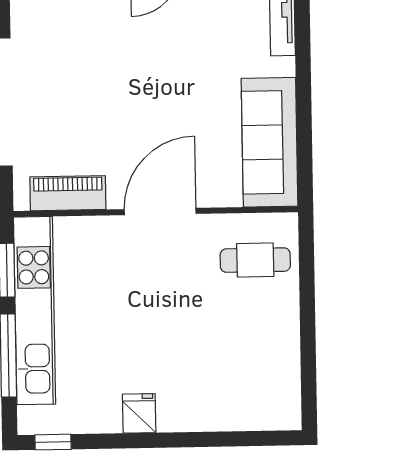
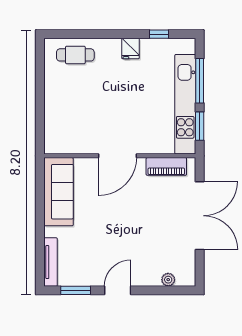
cafe table: (255, 260) -> (75, 55), moved
window: (53, 442) -> (159, 34), moved

